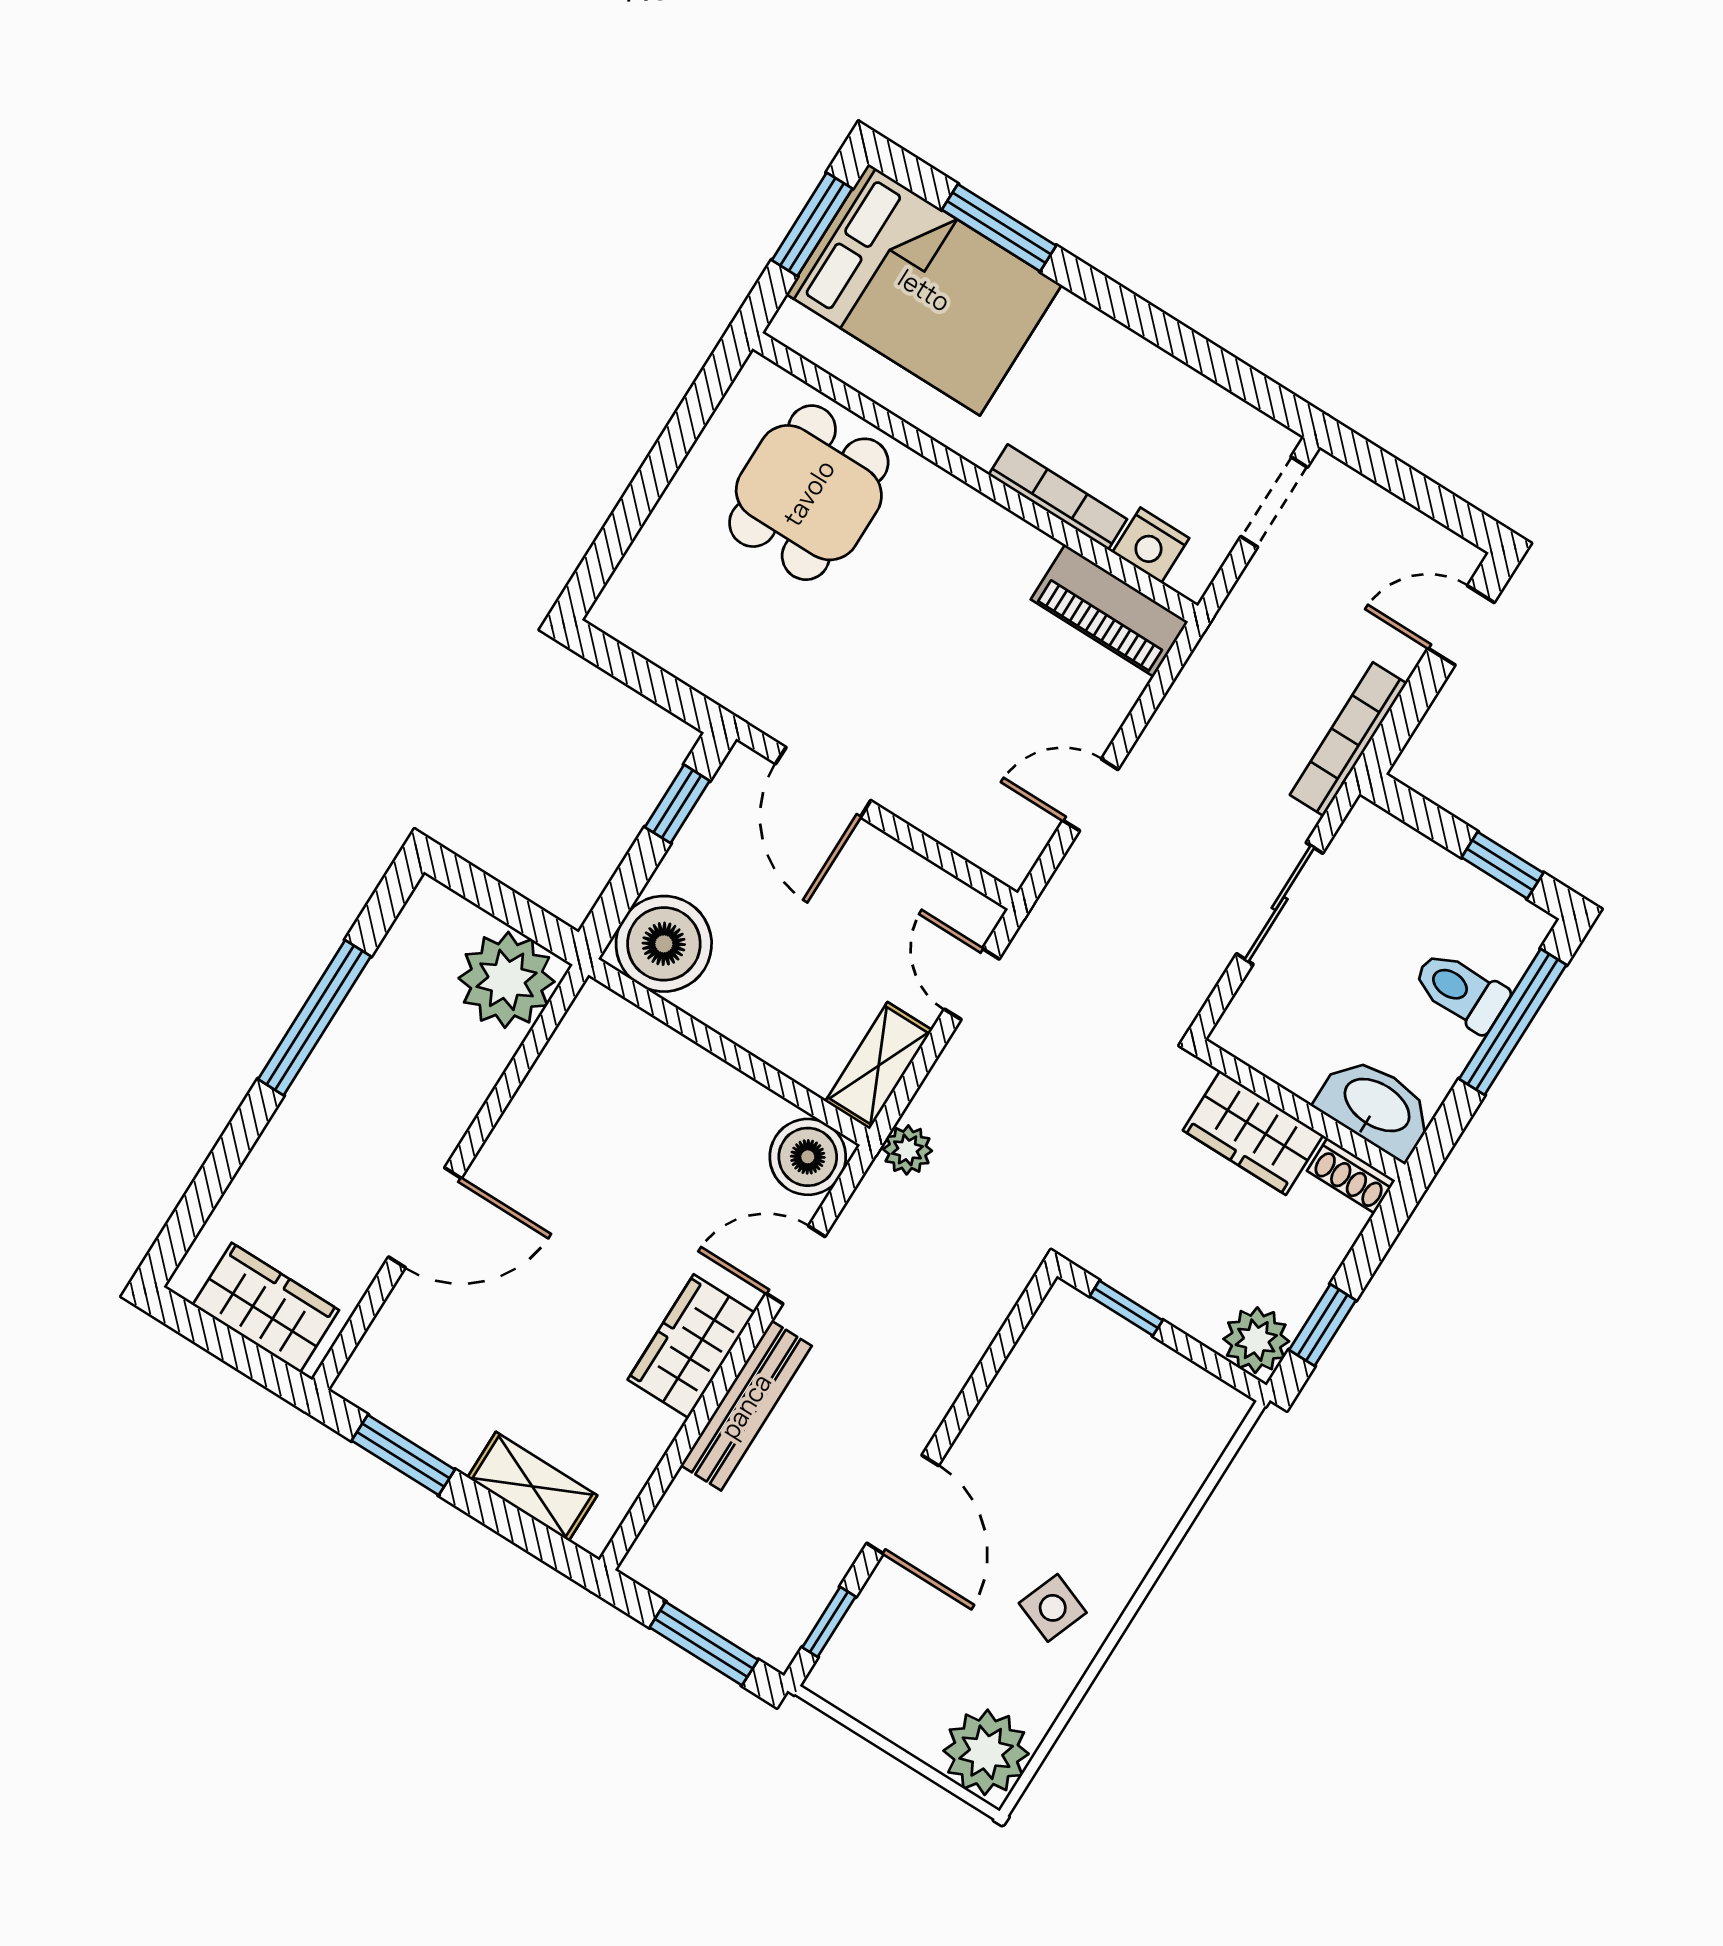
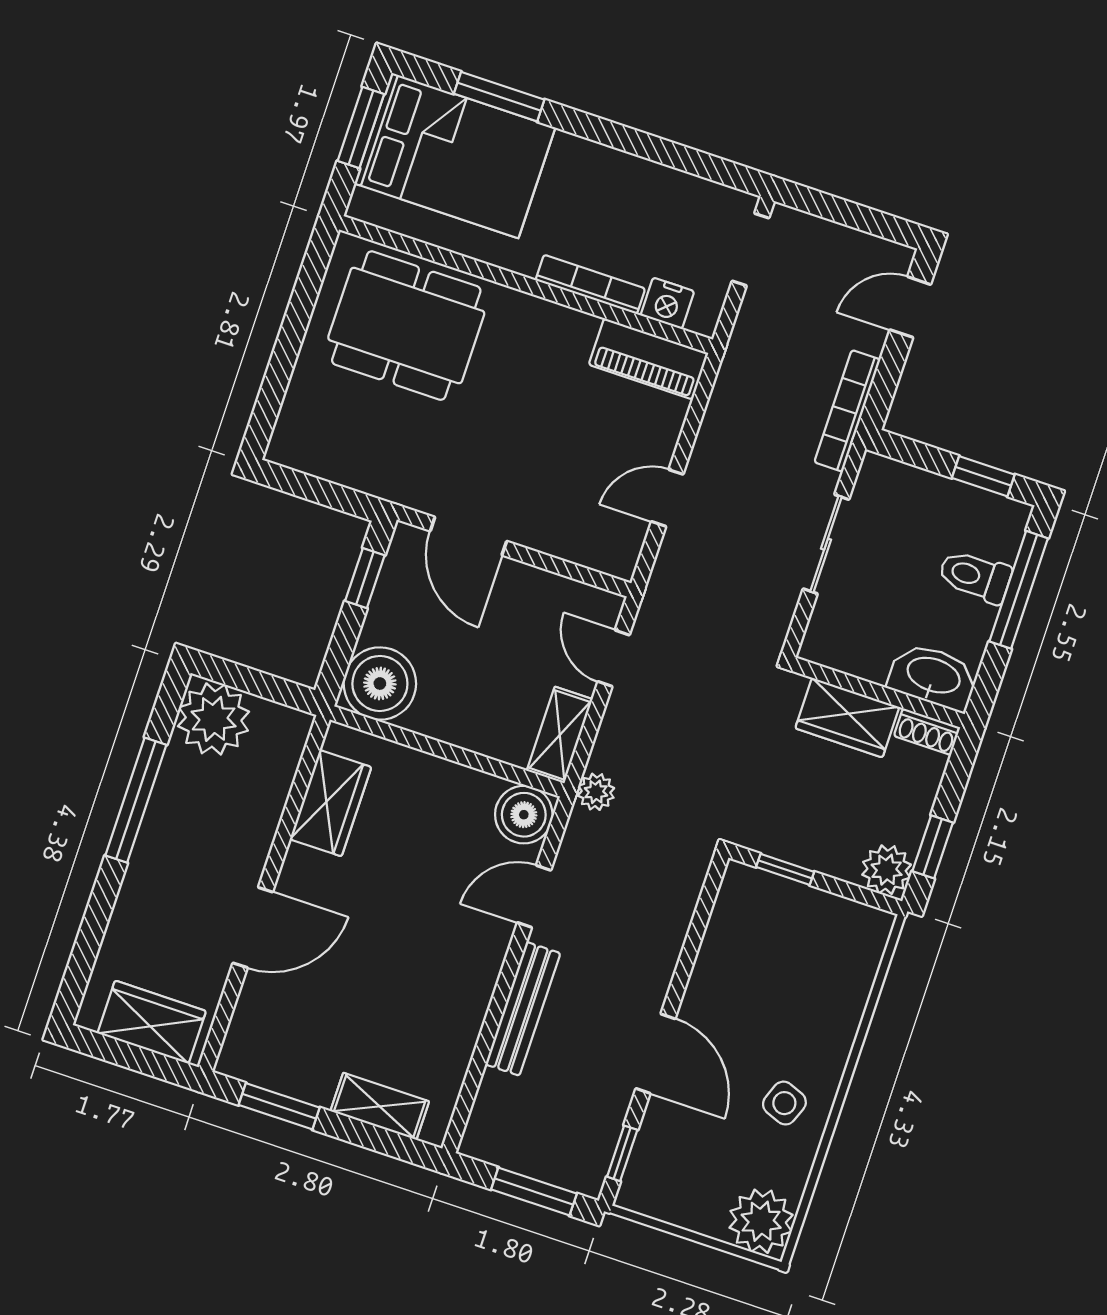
dining table: (809, 493) -> (406, 326), width x1.37
plant: (507, 980) -> (214, 719), moved
wardrobe: (691, 1346) -> (331, 803), moved, turned 180

